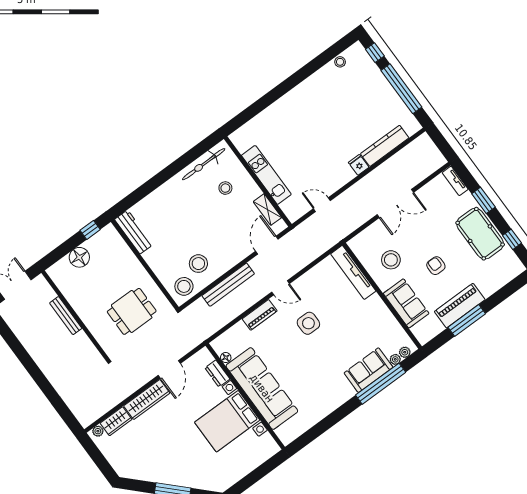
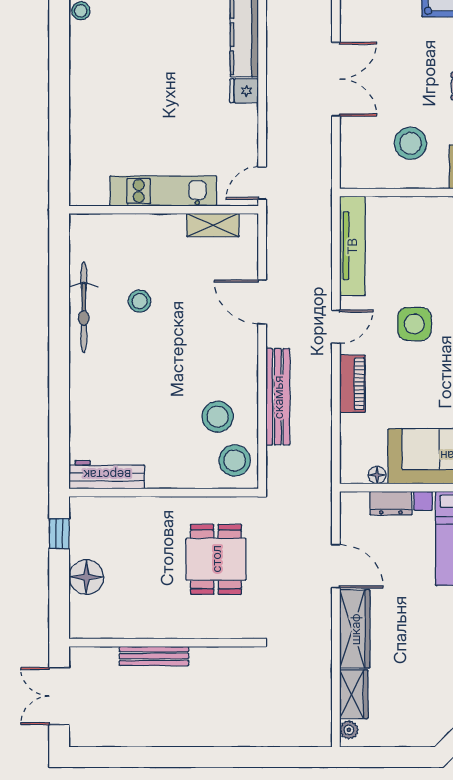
kitchen unit: (266, 175) -> (163, 191), moved
wall: (258, 181) -> (164, 210), moved
shelving: (267, 210) -> (213, 225), moved
tv unit: (353, 272) -> (352, 246), moved, turned -90

